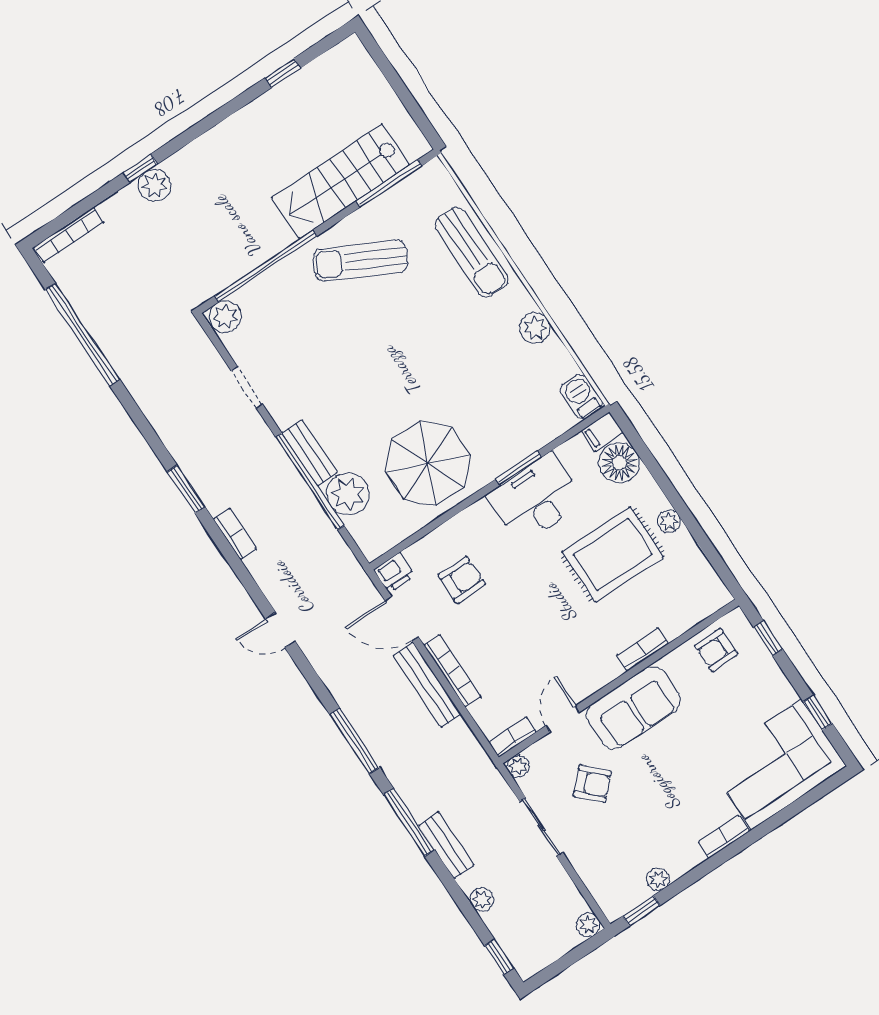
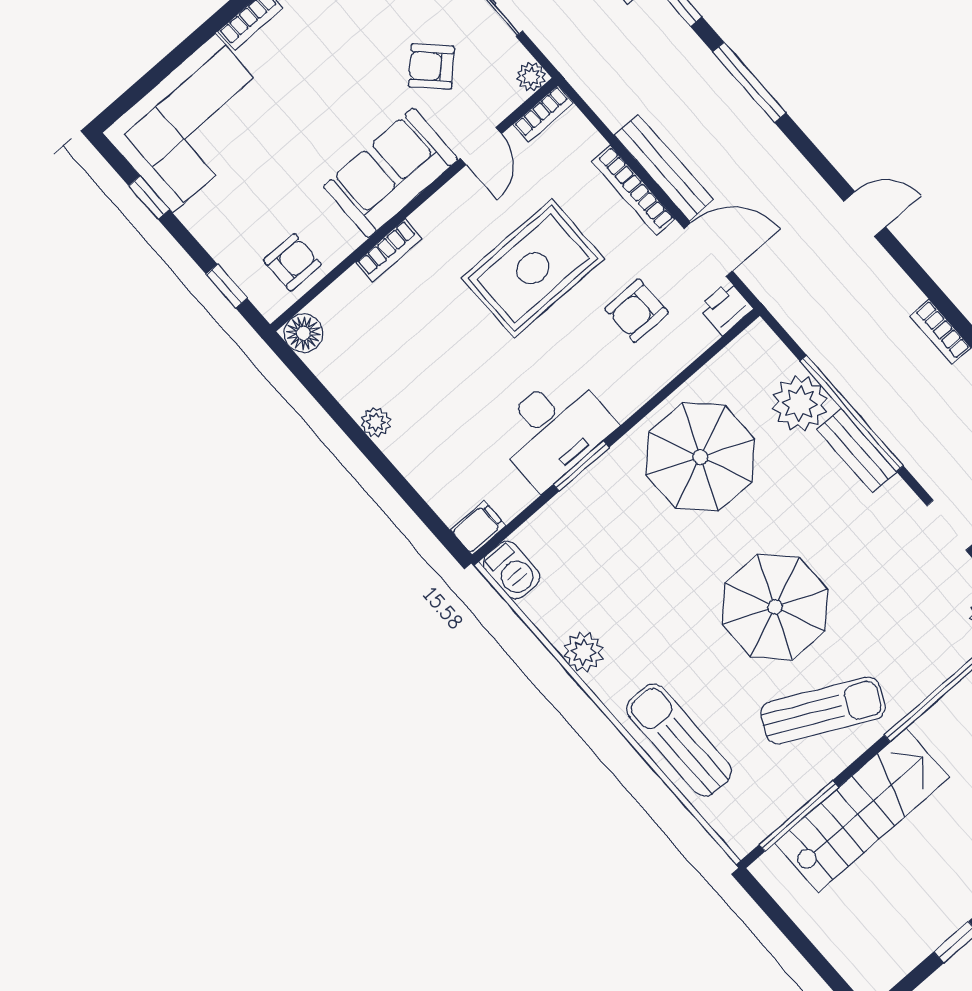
parasol: (386, 343) -> (775, 607), added
floor lamp: (619, 463) -> (303, 333), moved, width x0.73, depth x0.73
rug: (613, 554) -> (533, 268), moved

